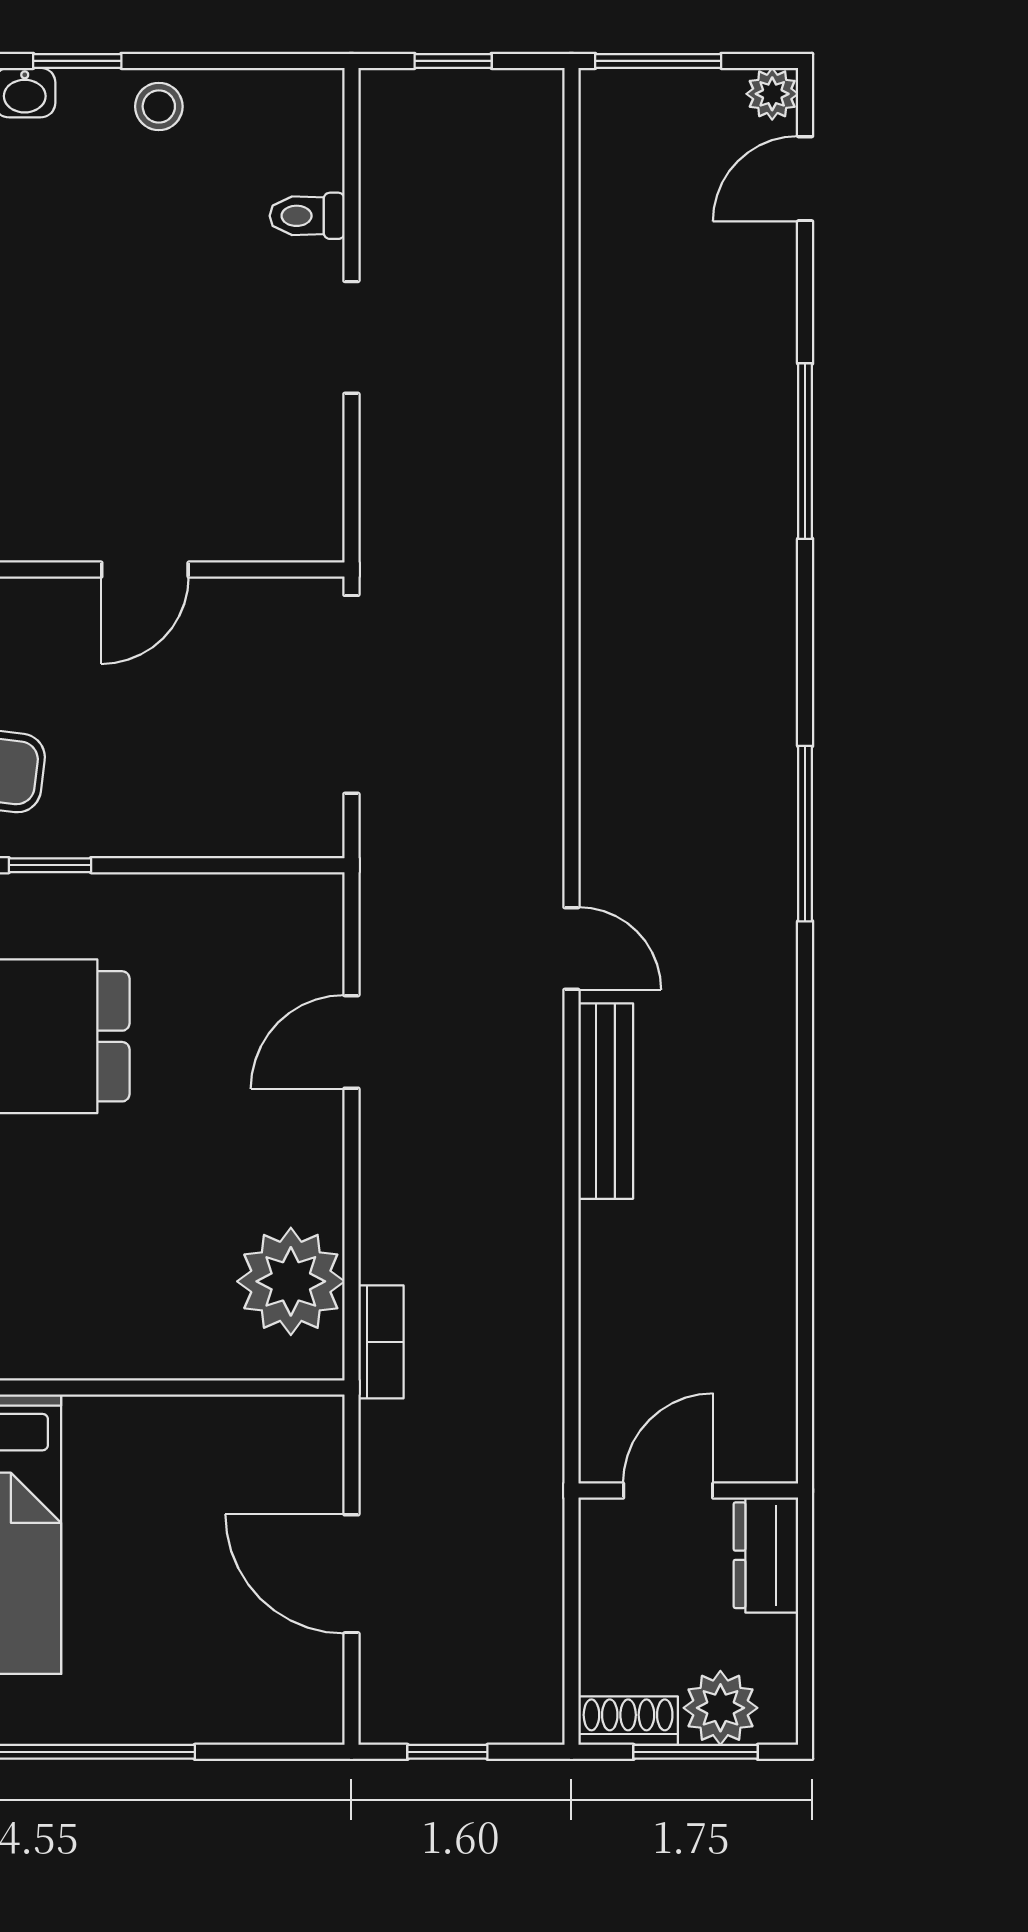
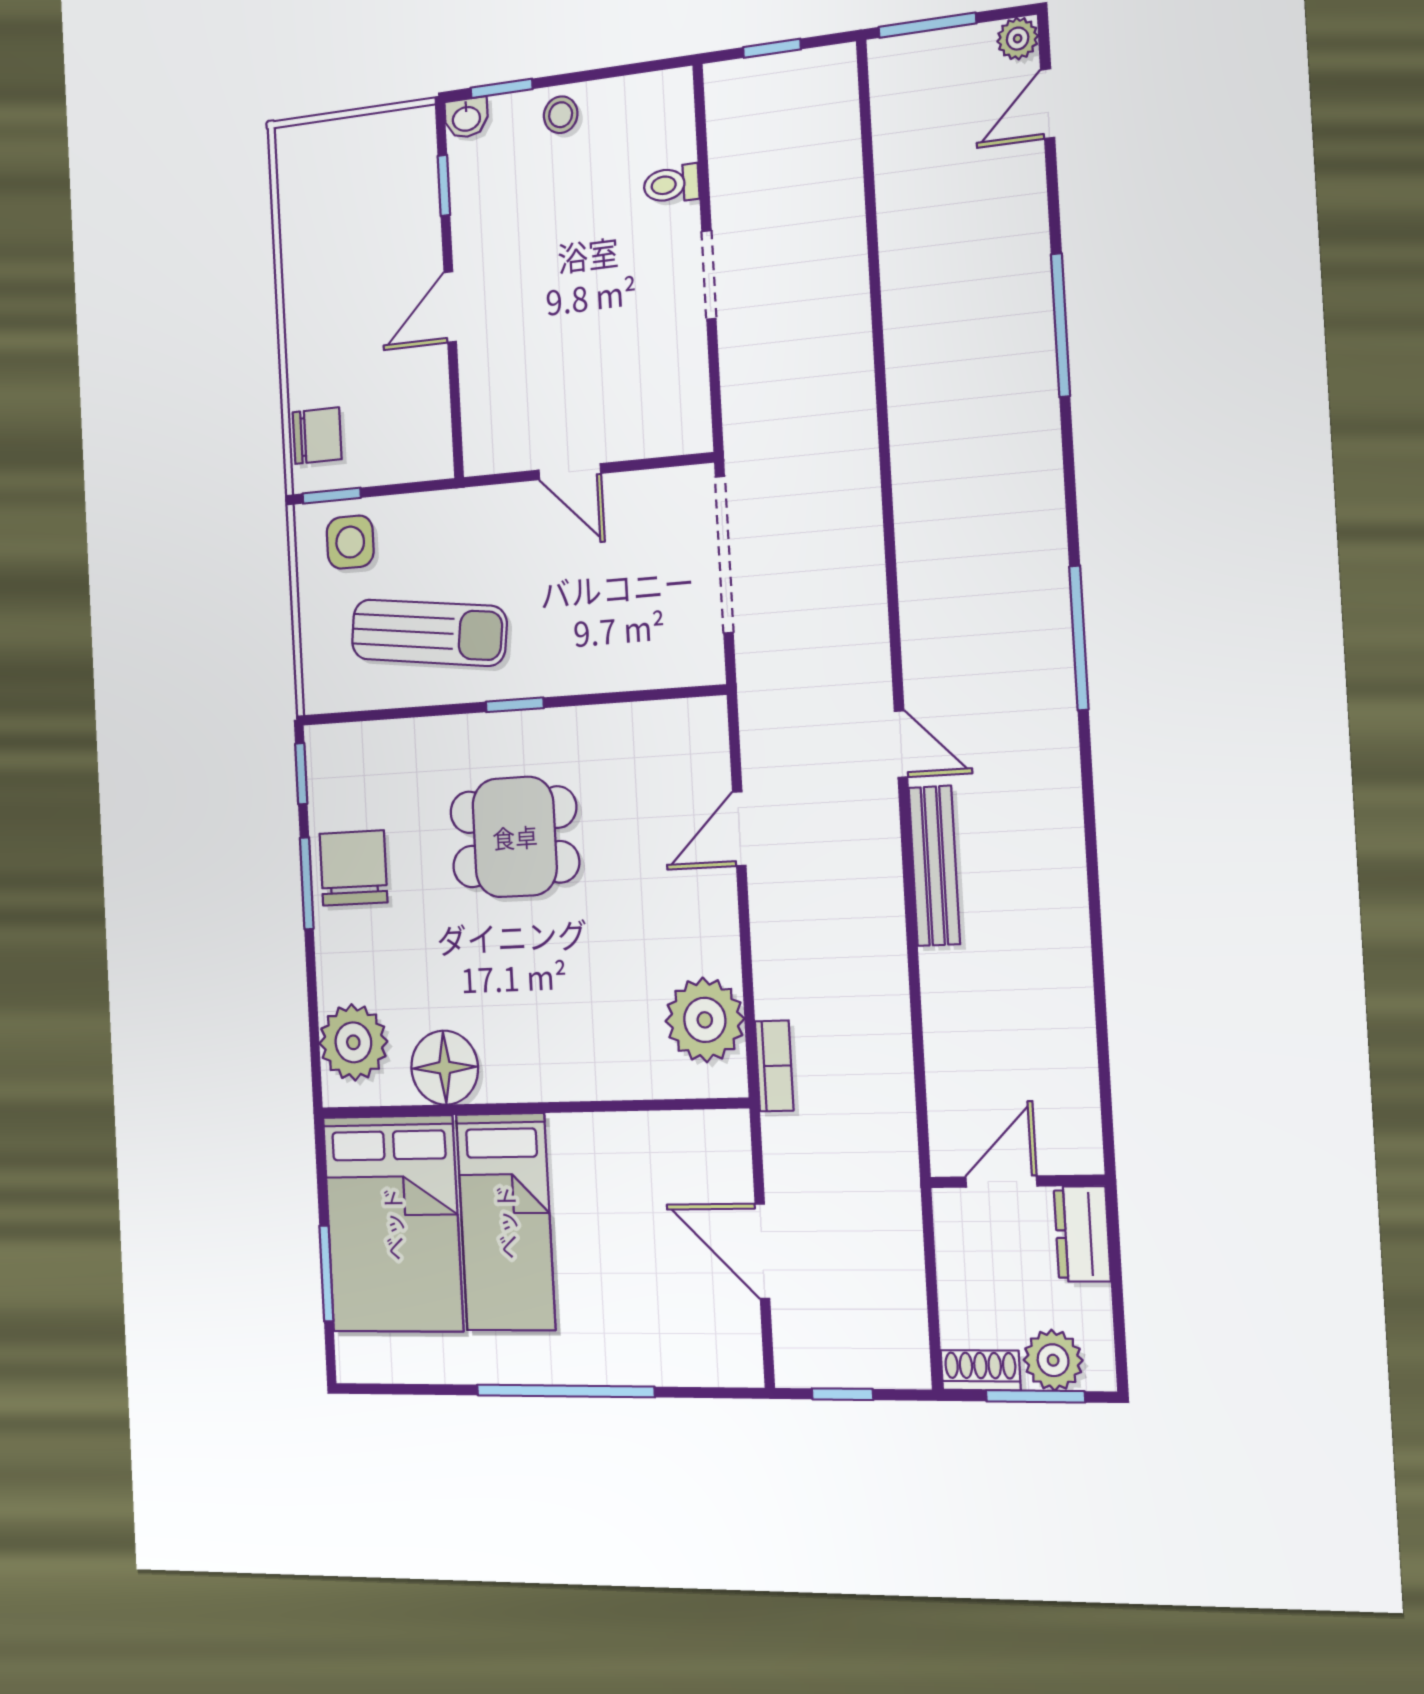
door: (145, 570) -> (570, 472), hinge flipped

